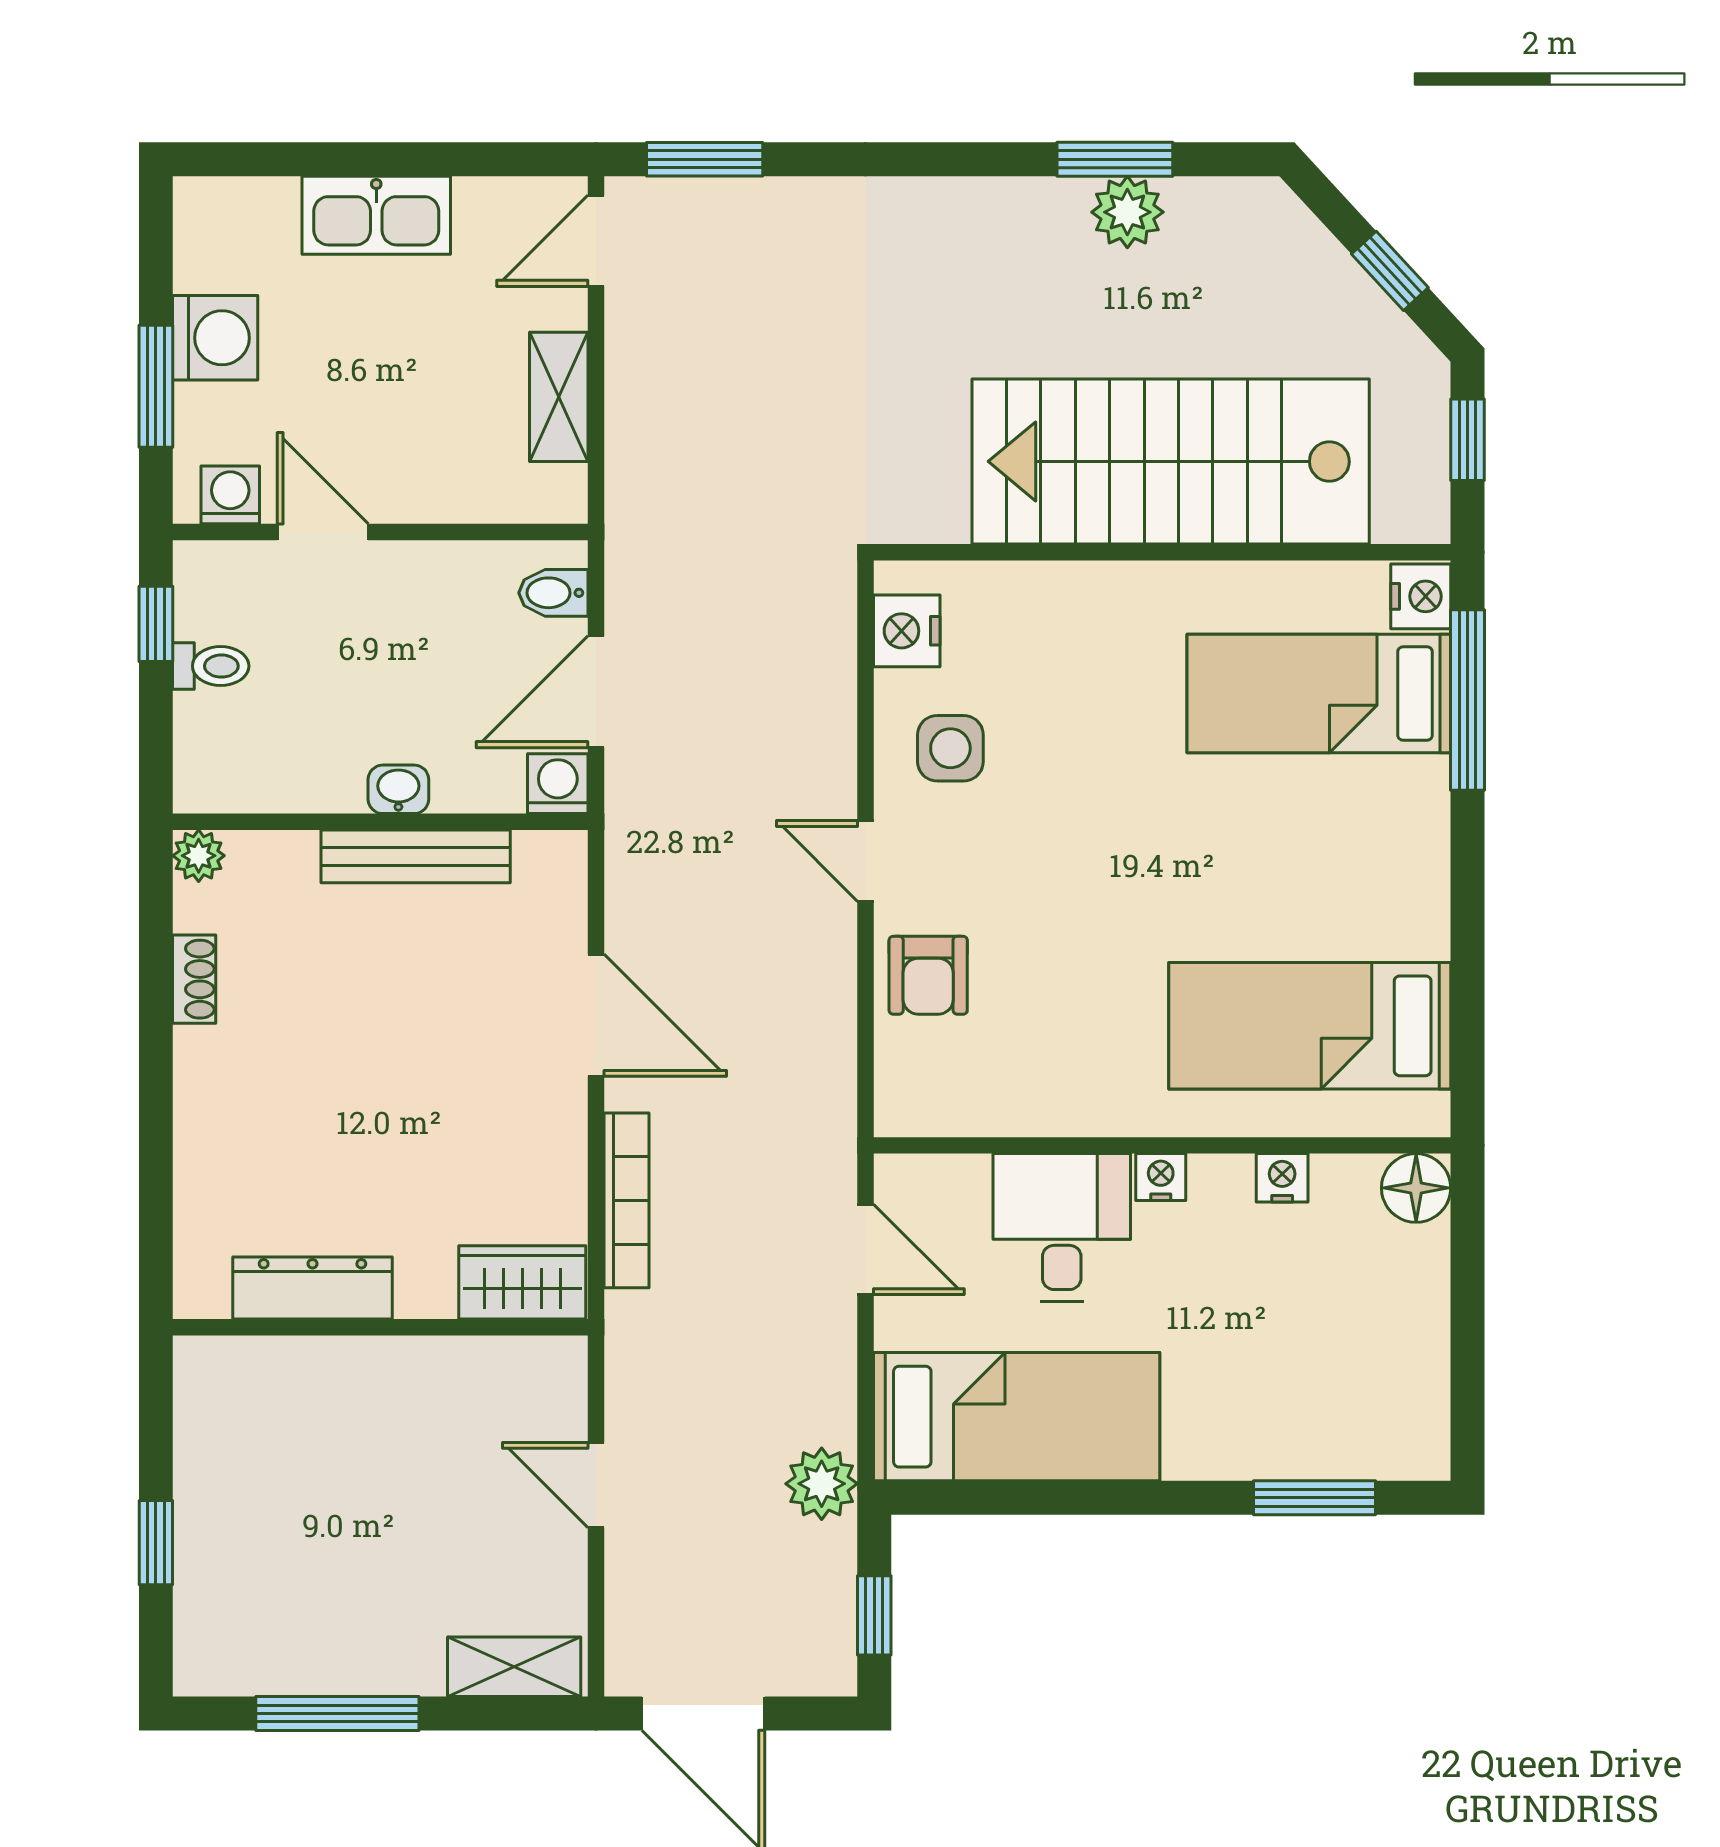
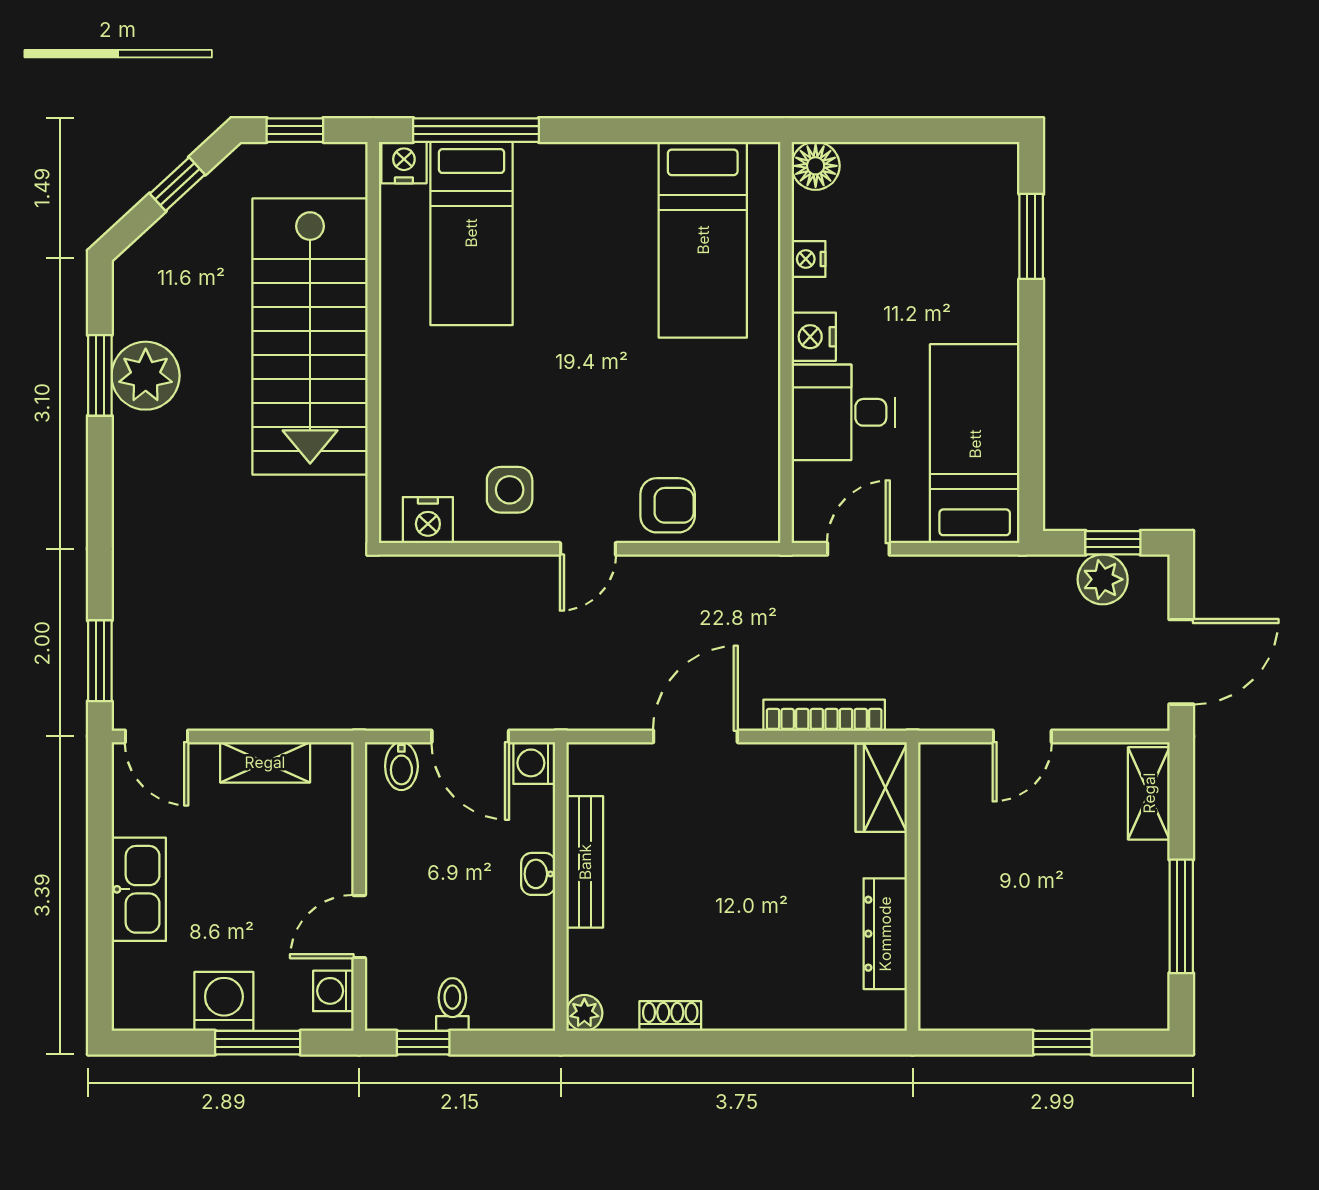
plant: (1127, 212) -> (146, 376), width x1.36, depth x1.36
nightstand: (1161, 1177) -> (814, 337), width x1.39, depth x1.35
plant: (822, 1484) -> (1103, 579), moved

